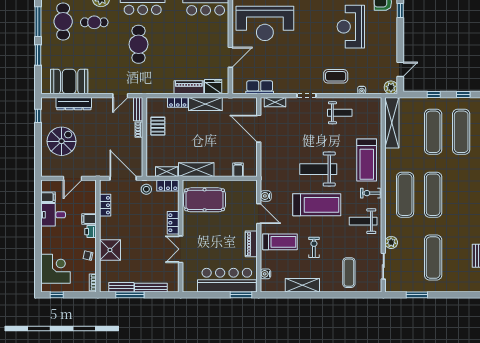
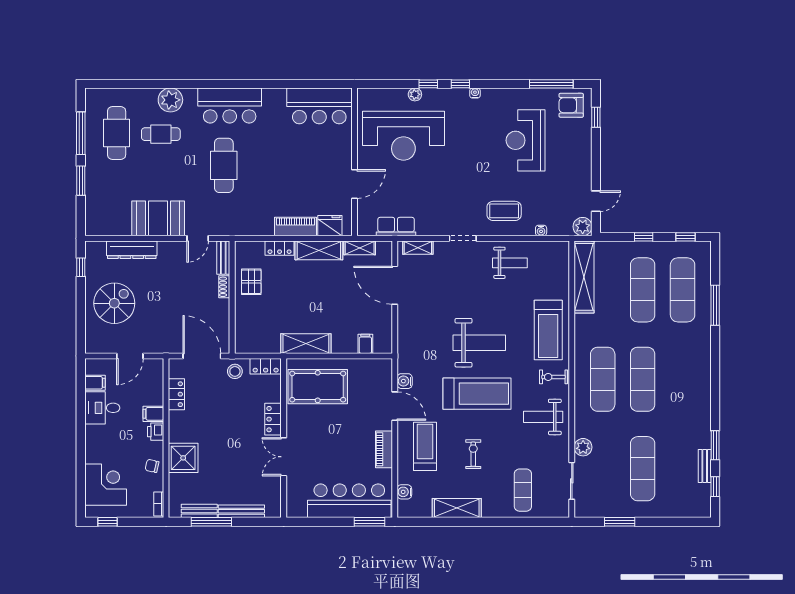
booth: (69, 82) -> (158, 218), moved
weight bench: (318, 169) -> (479, 343), turned 180
shelving: (167, 172) -> (360, 248), moved
treadmill: (280, 242) -> (425, 446), turned -90

